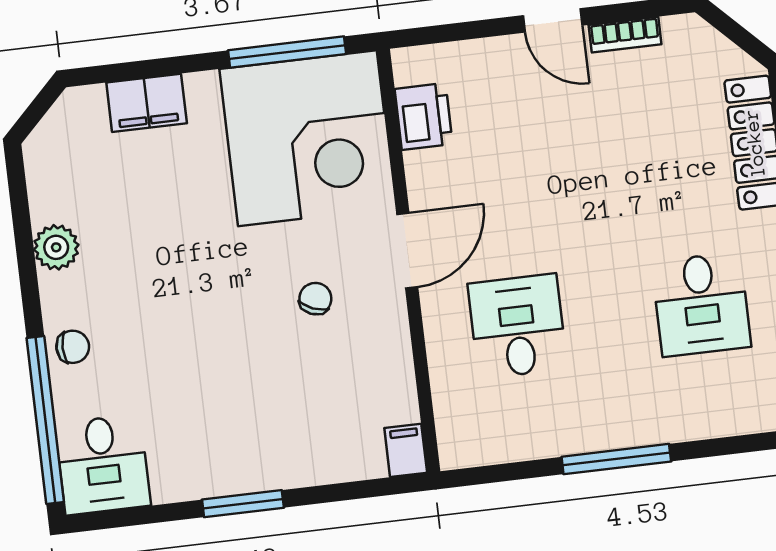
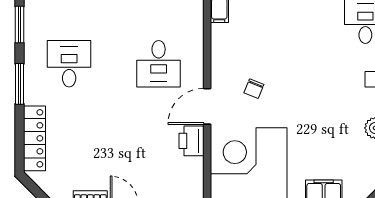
printer: (424, 116) -> (192, 141), moved

